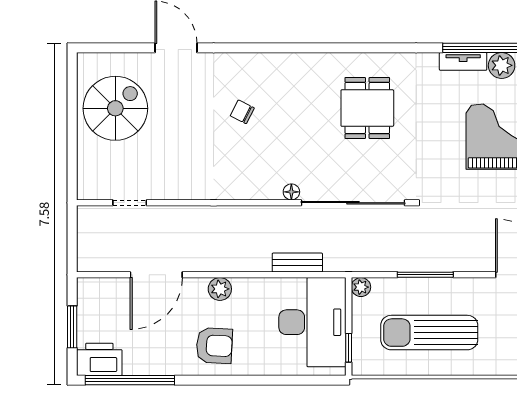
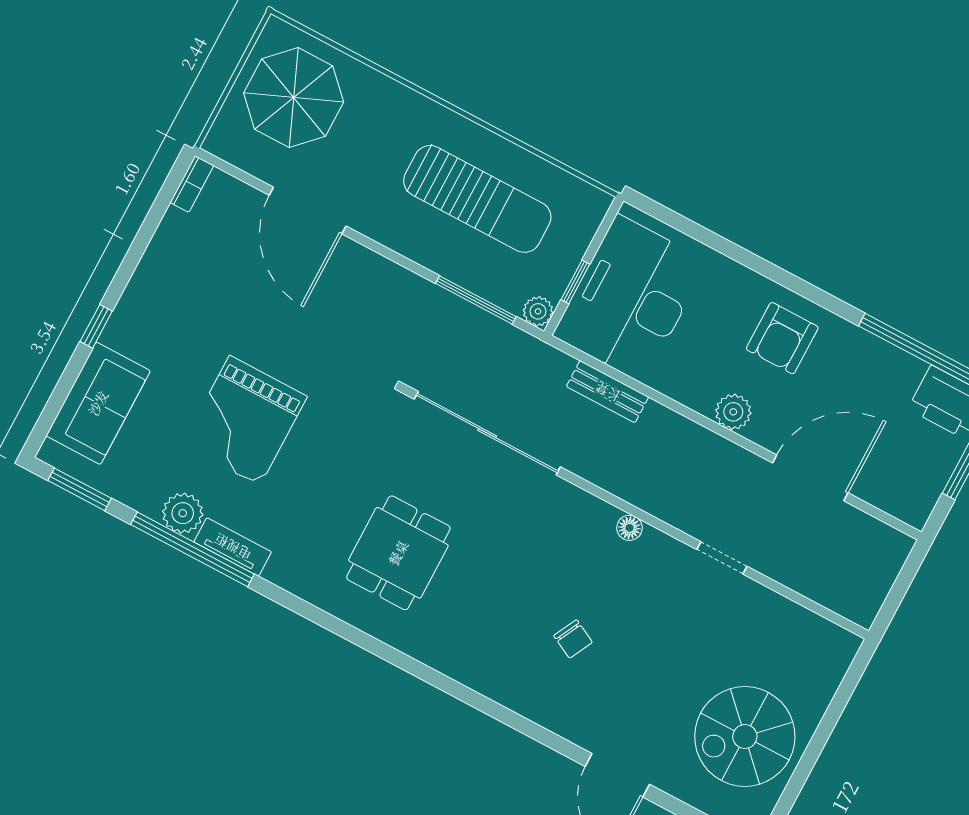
floor lamp: (291, 192) -> (630, 528), moved
doorway: (130, 203) -> (722, 558), moved
window: (425, 275) -> (476, 300), moved
armchair: (214, 346) -> (782, 338), turned -93
window: (349, 348) -> (575, 282), moved

